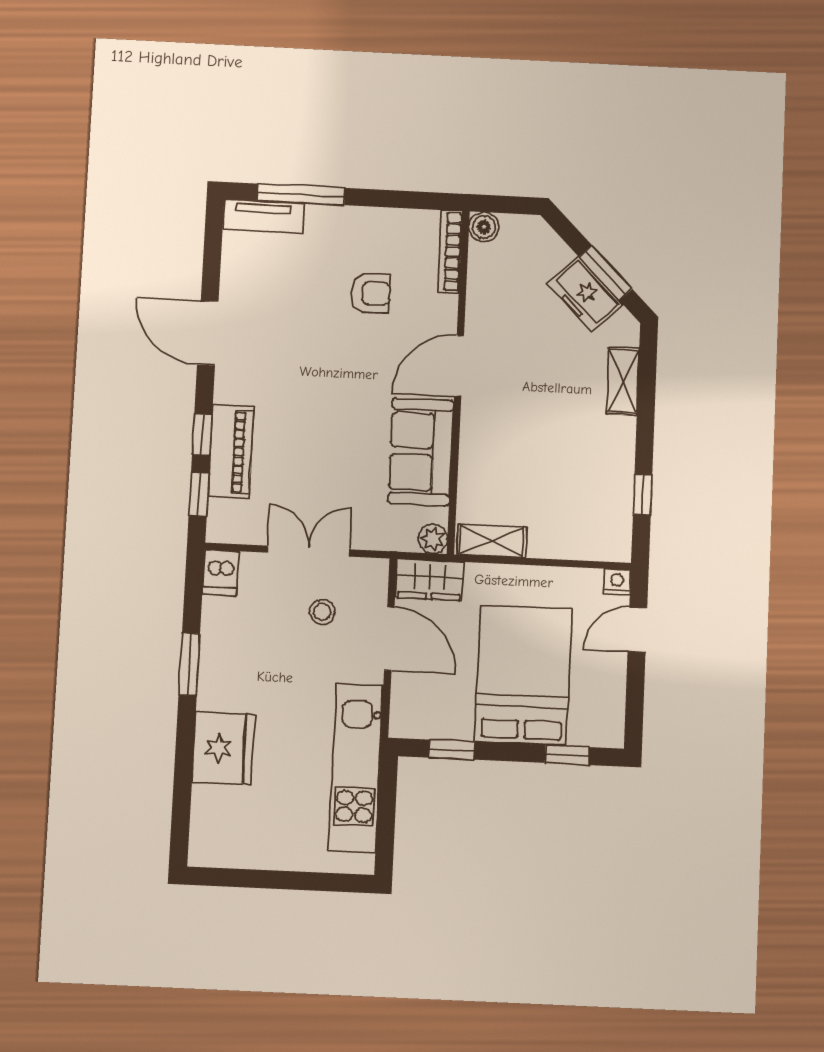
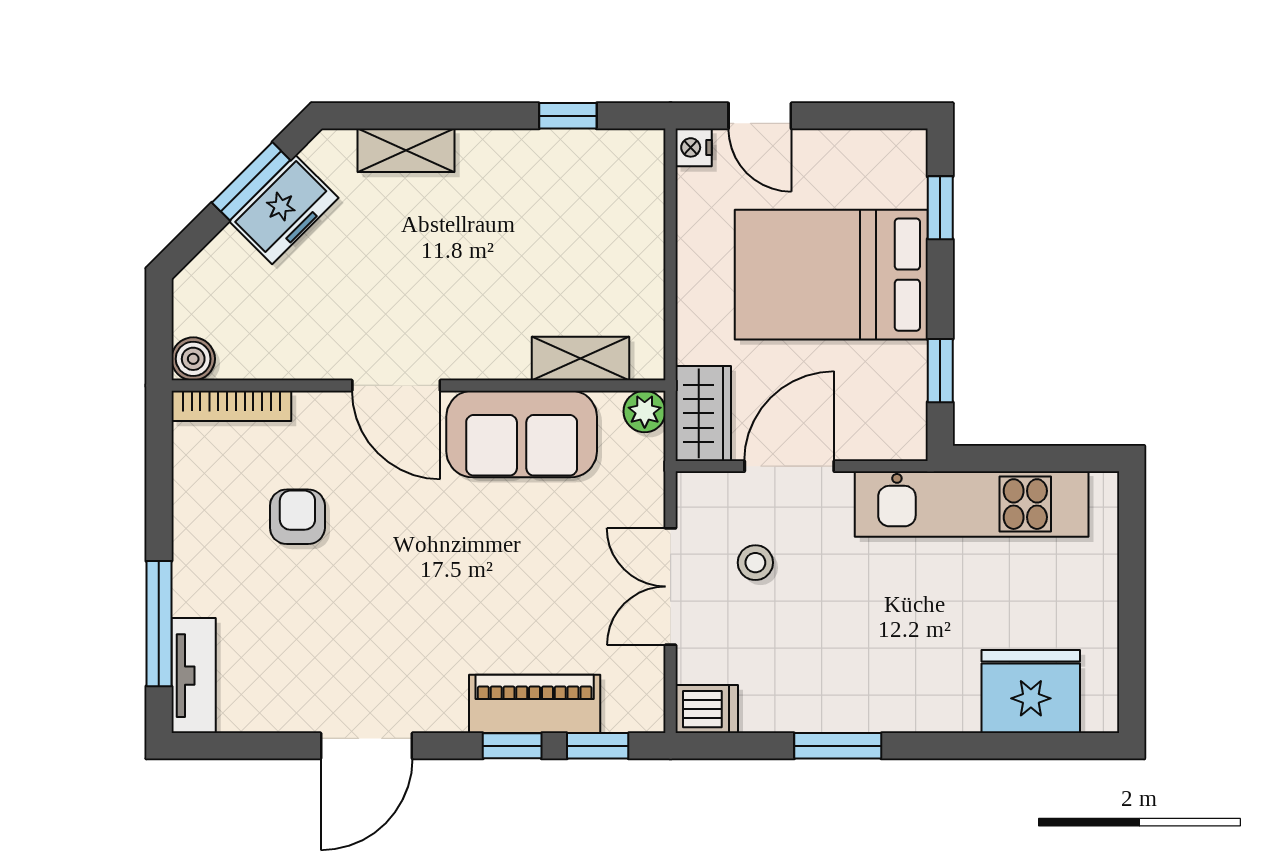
shelving: (492, 541) -> (581, 359), moved, turned 90
fridge: (223, 748) -> (1031, 692), moved

